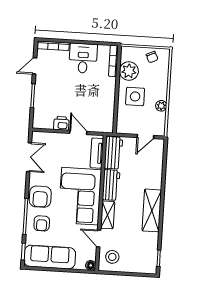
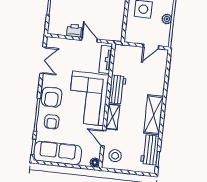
workbench: (113, 153) -> (150, 150), moved, turned 180

